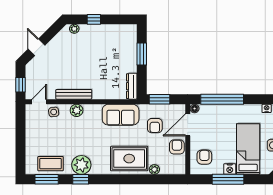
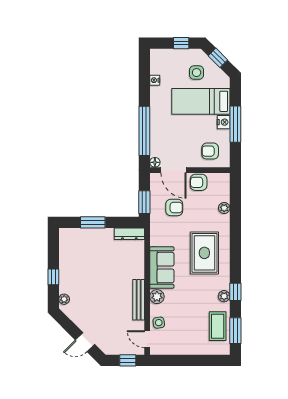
sofa: (121, 115) -> (162, 268), moved
rug: (129, 159) -> (204, 253), moved
plant: (81, 165) -> (224, 296), width x0.53, depth x0.53

